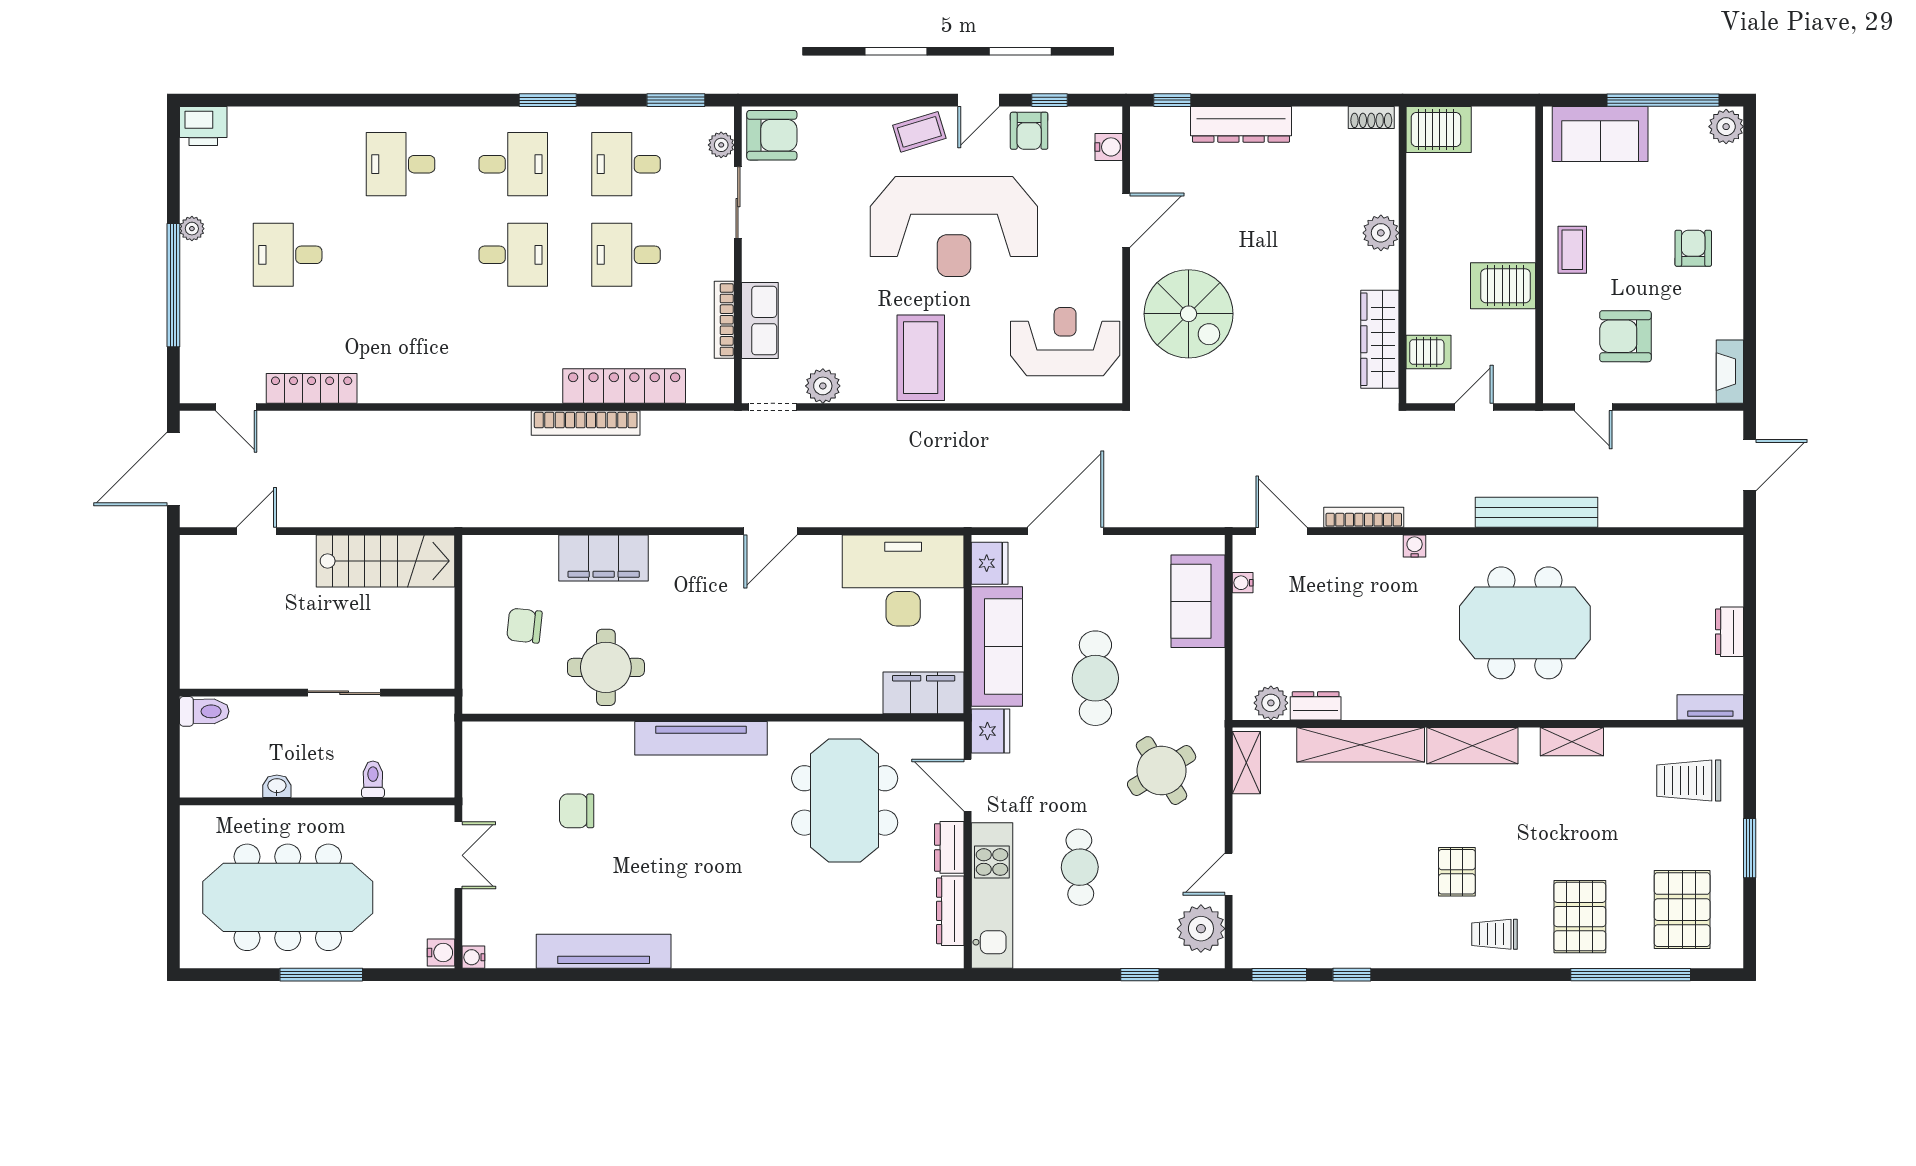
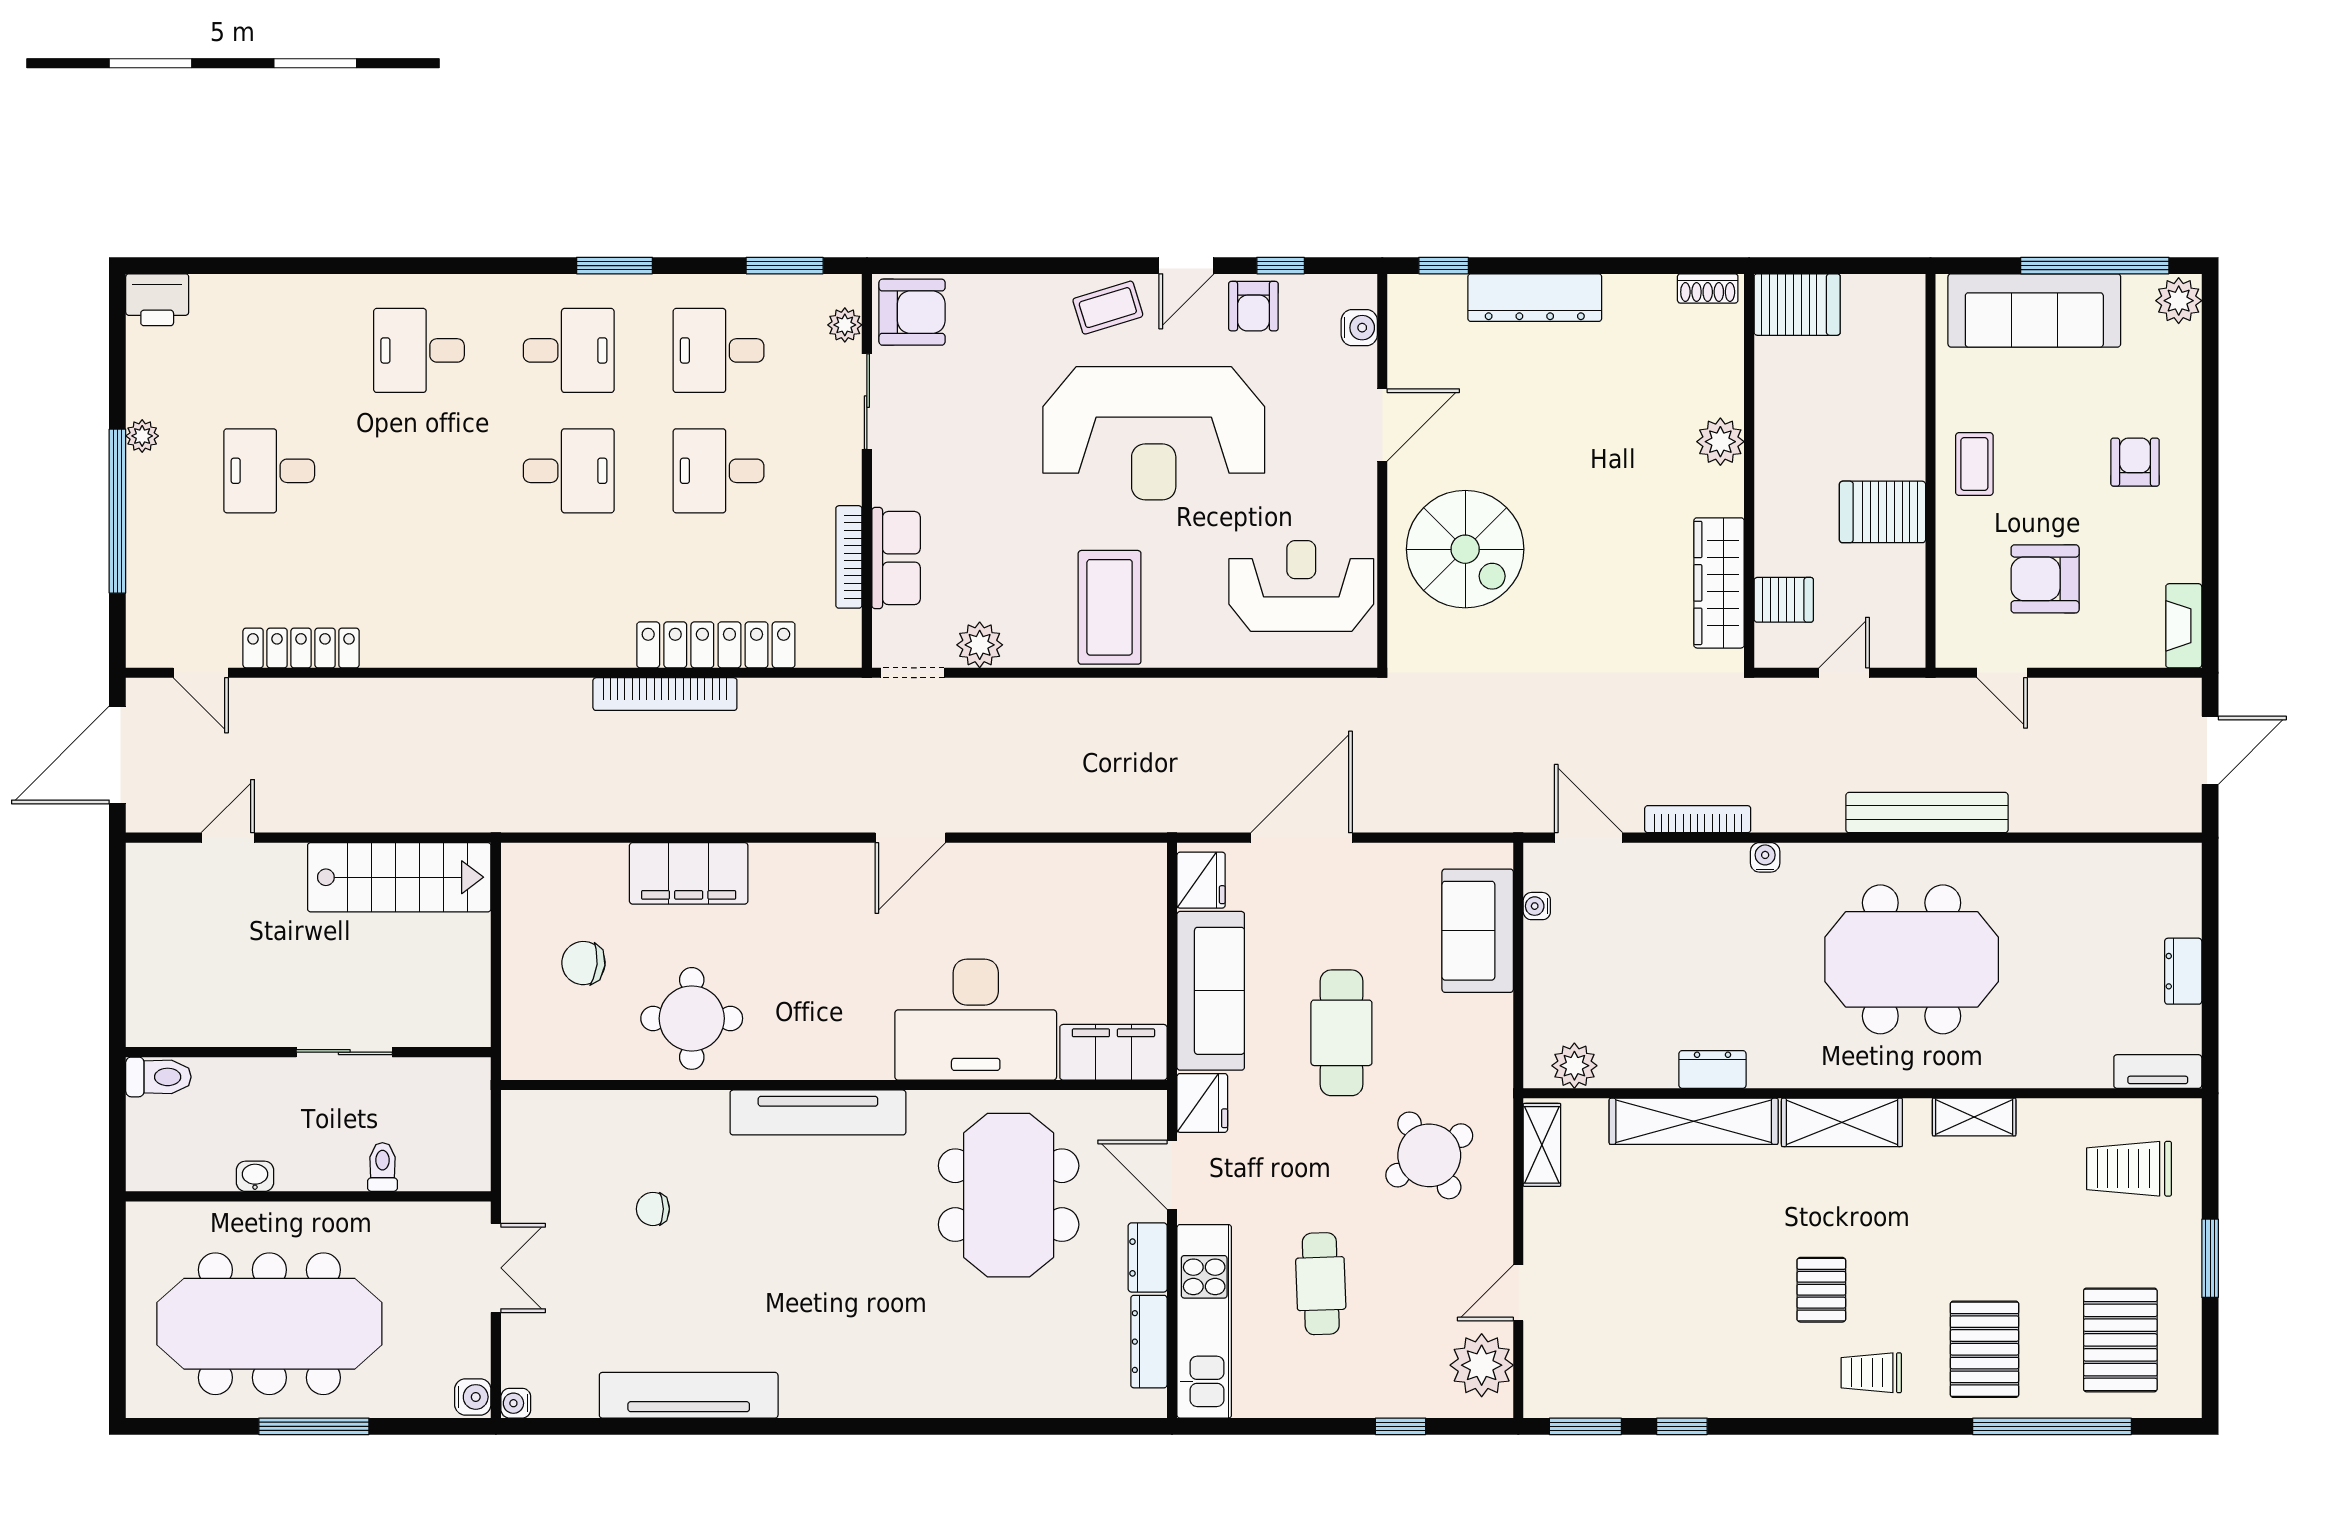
sofa: (1600, 134) -> (2034, 310), width x1.36
desk: (903, 581) -> (976, 1020), moved, turned 180
dresser: (1316, 706) -> (1712, 1069), moved
chair: (577, 811) -> (653, 1209), width x0.73, depth x0.73

